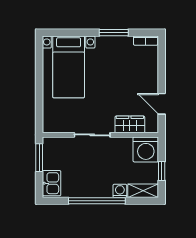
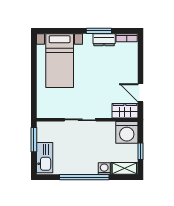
dresser: (120, 43) -> (104, 40), added
wardrobe: (130, 124) -> (125, 111), moved
kitchen sink: (52, 183) -> (45, 158), width x1.38

